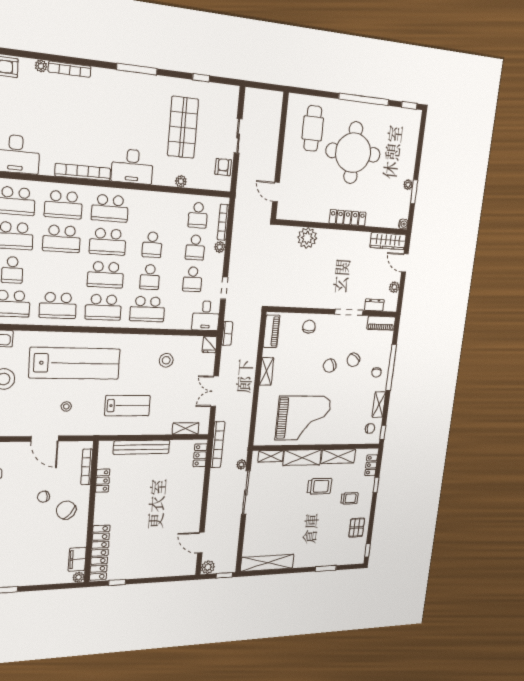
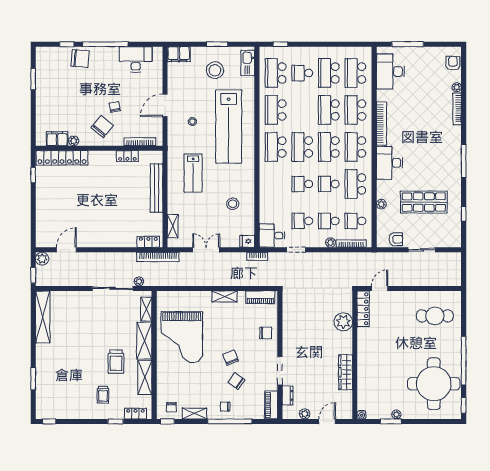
round table: (353, 153) -> (434, 384), moved
locker: (348, 218) -> (363, 309), moved
wardrobe: (388, 241) -> (346, 372), moved
school desk: (147, 309) -> (355, 184), moved
pallet: (357, 528) -> (73, 406), removed
plant: (79, 577) -> (74, 141), moved

